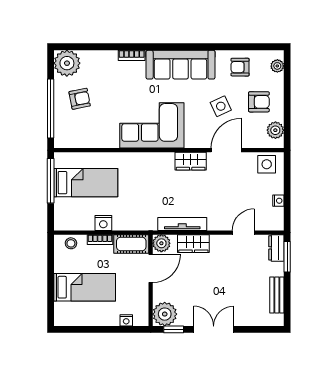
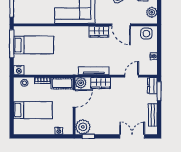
door: (226, 150) -> (121, 25), swing flipped
nightstand: (103, 223) -> (19, 70), moved
double door: (214, 329) -> (132, 136), moved

